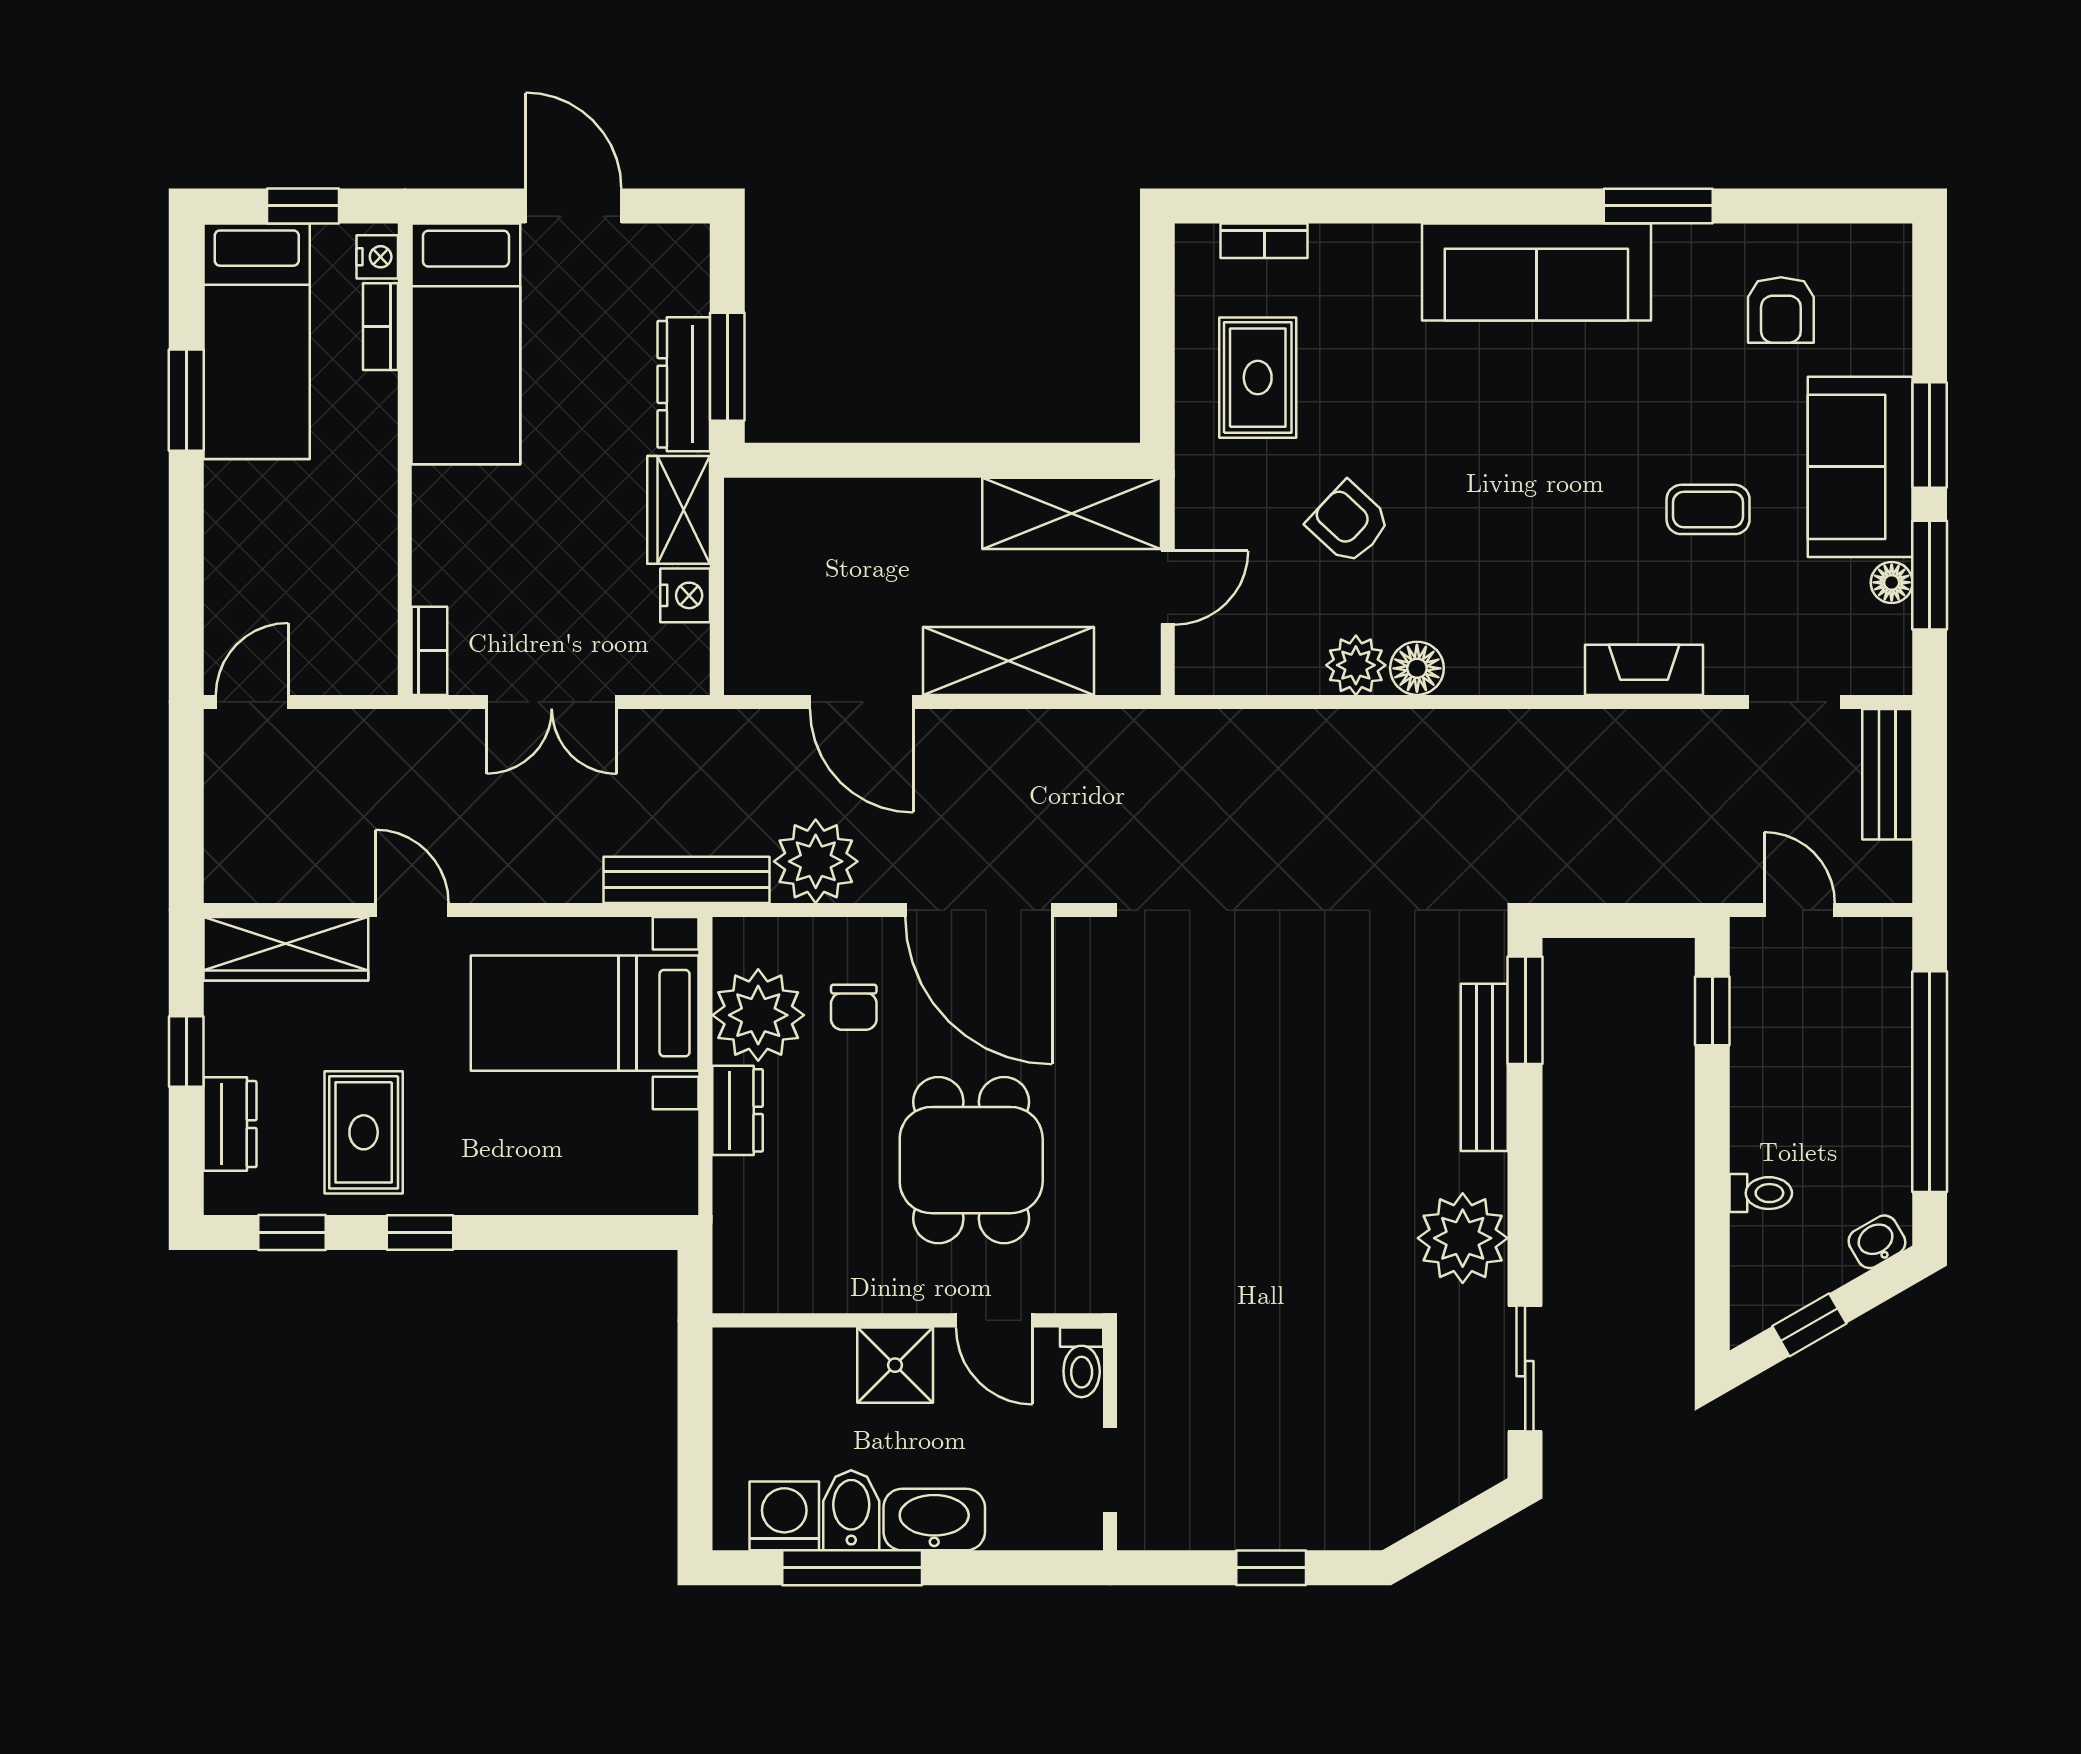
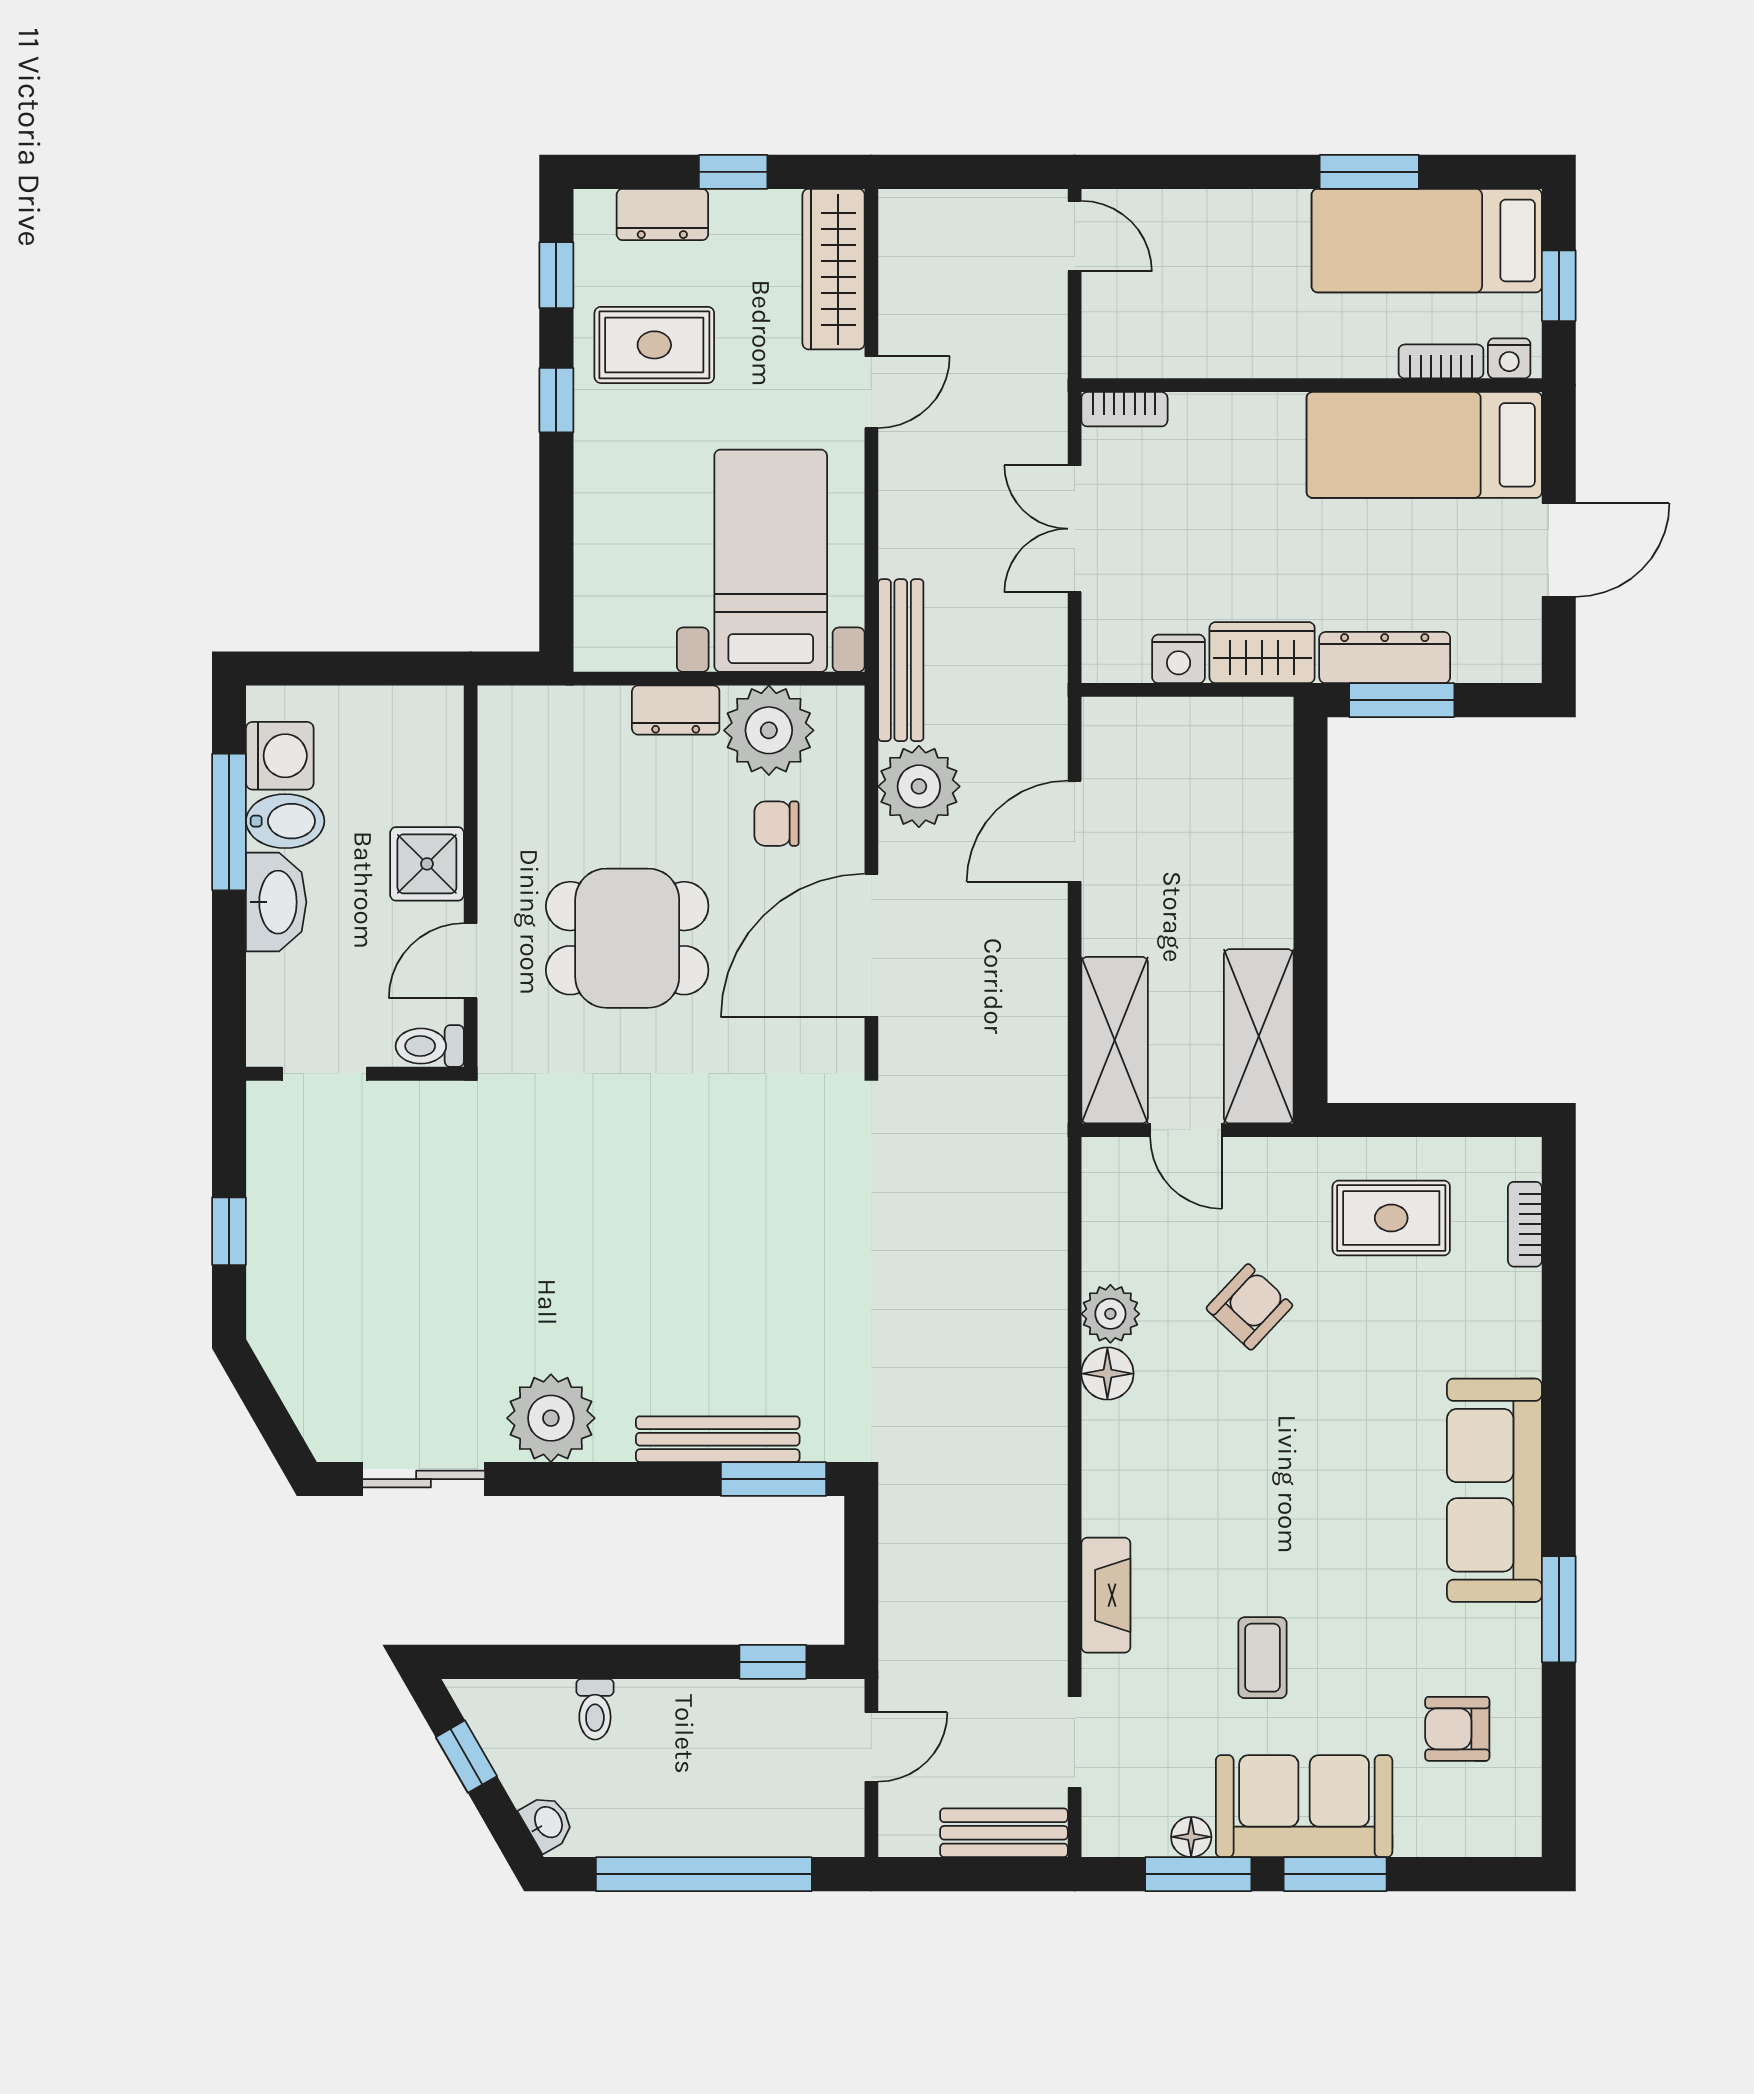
shelving: (1008, 661) -> (1115, 1040), moved

